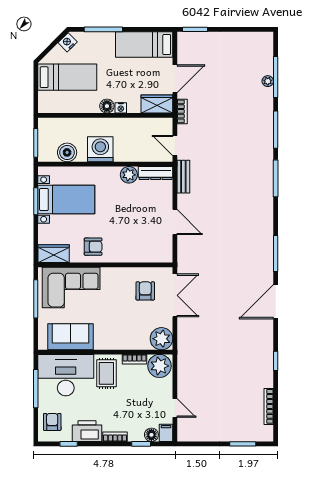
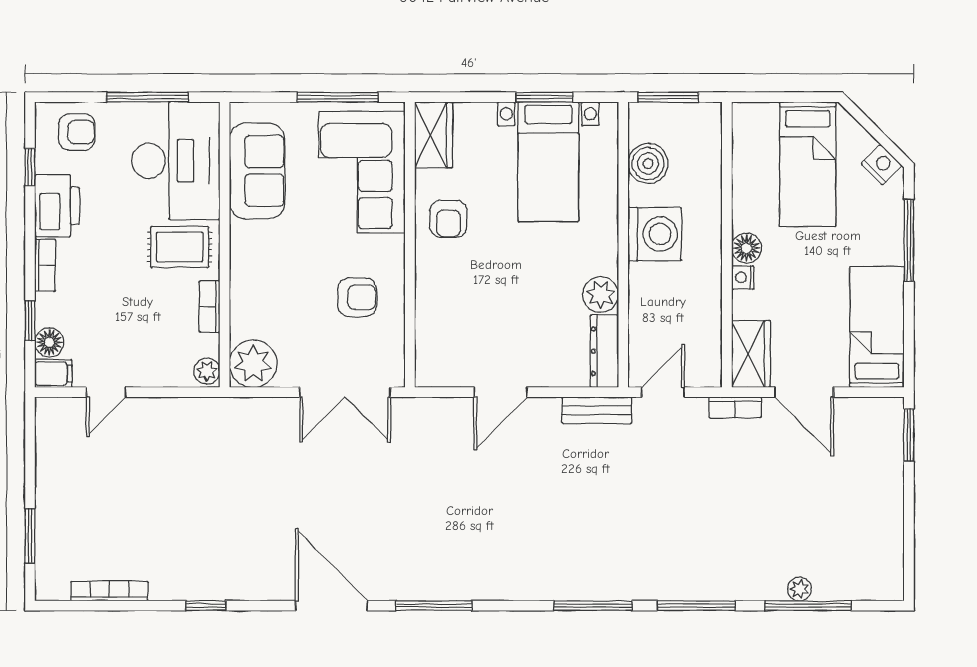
armchair: (145, 291) -> (357, 297), moved
plant: (159, 366) -> (207, 371), width x0.53, depth x0.53

